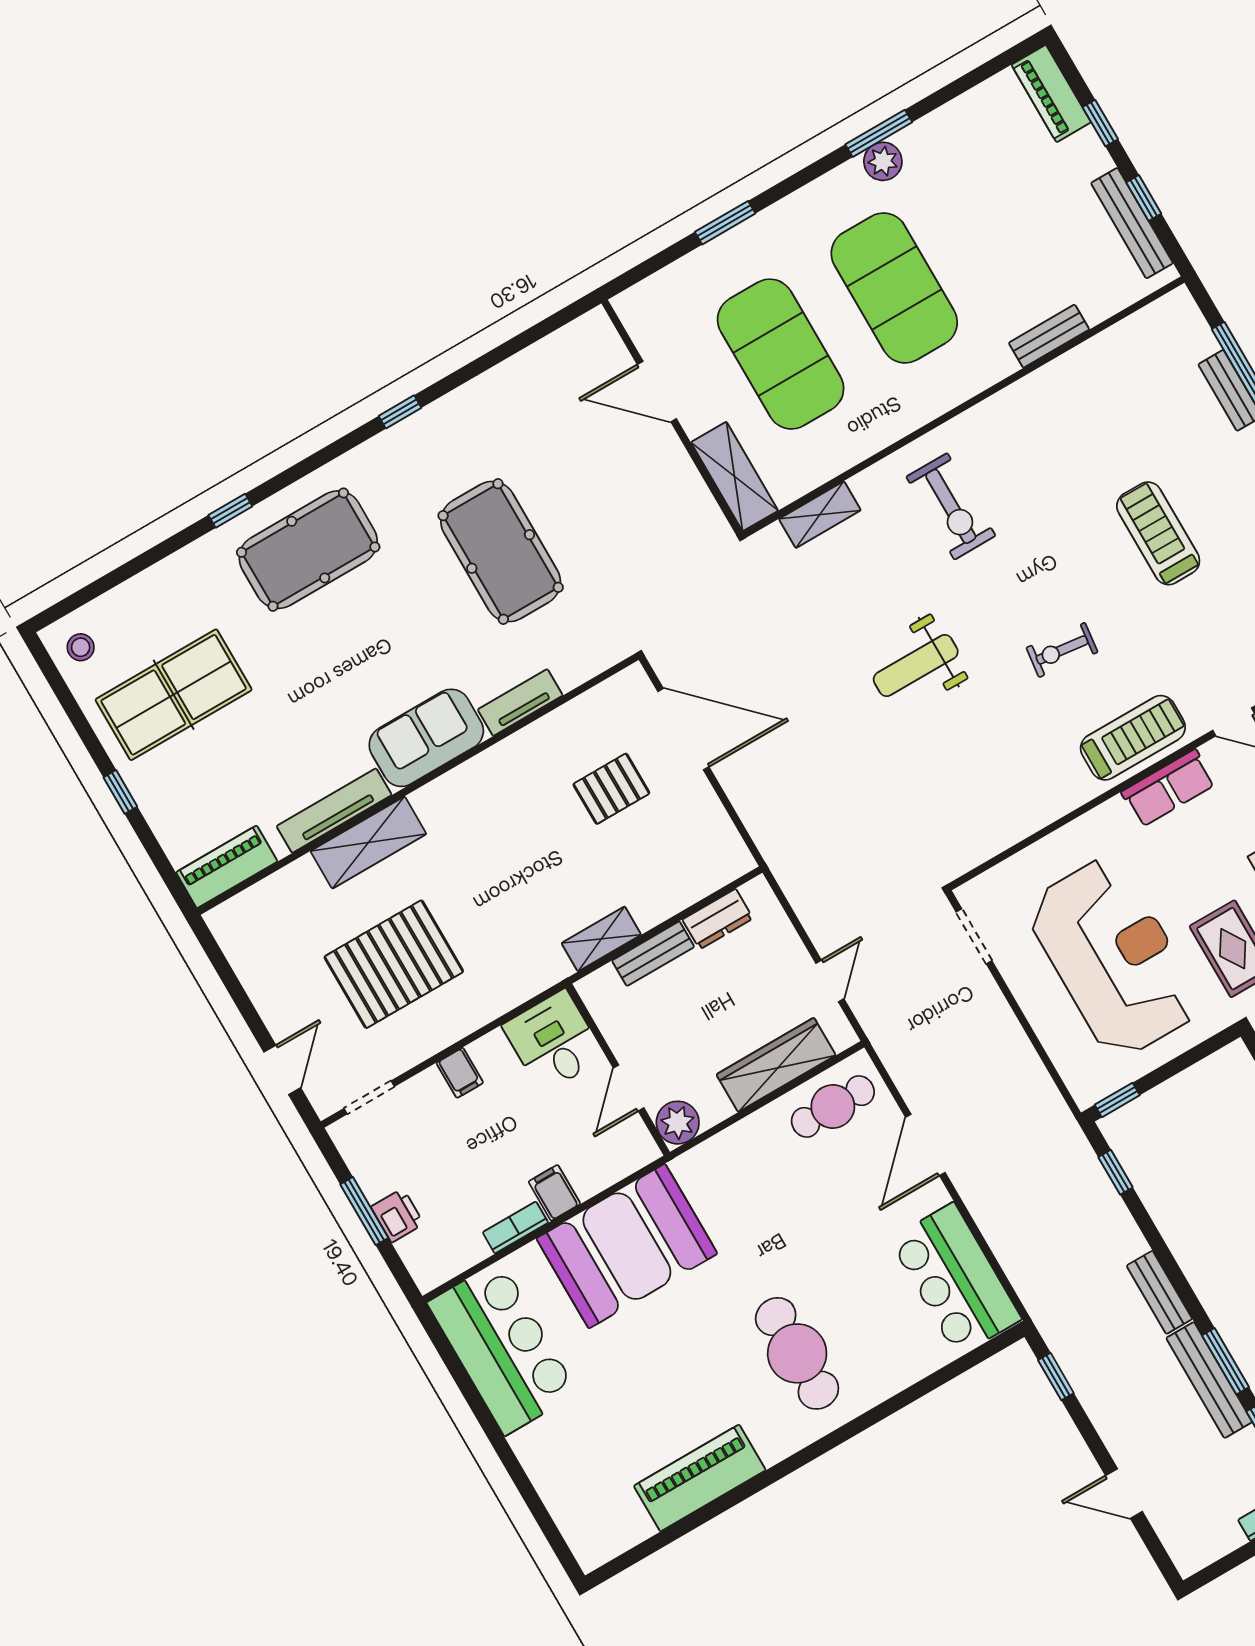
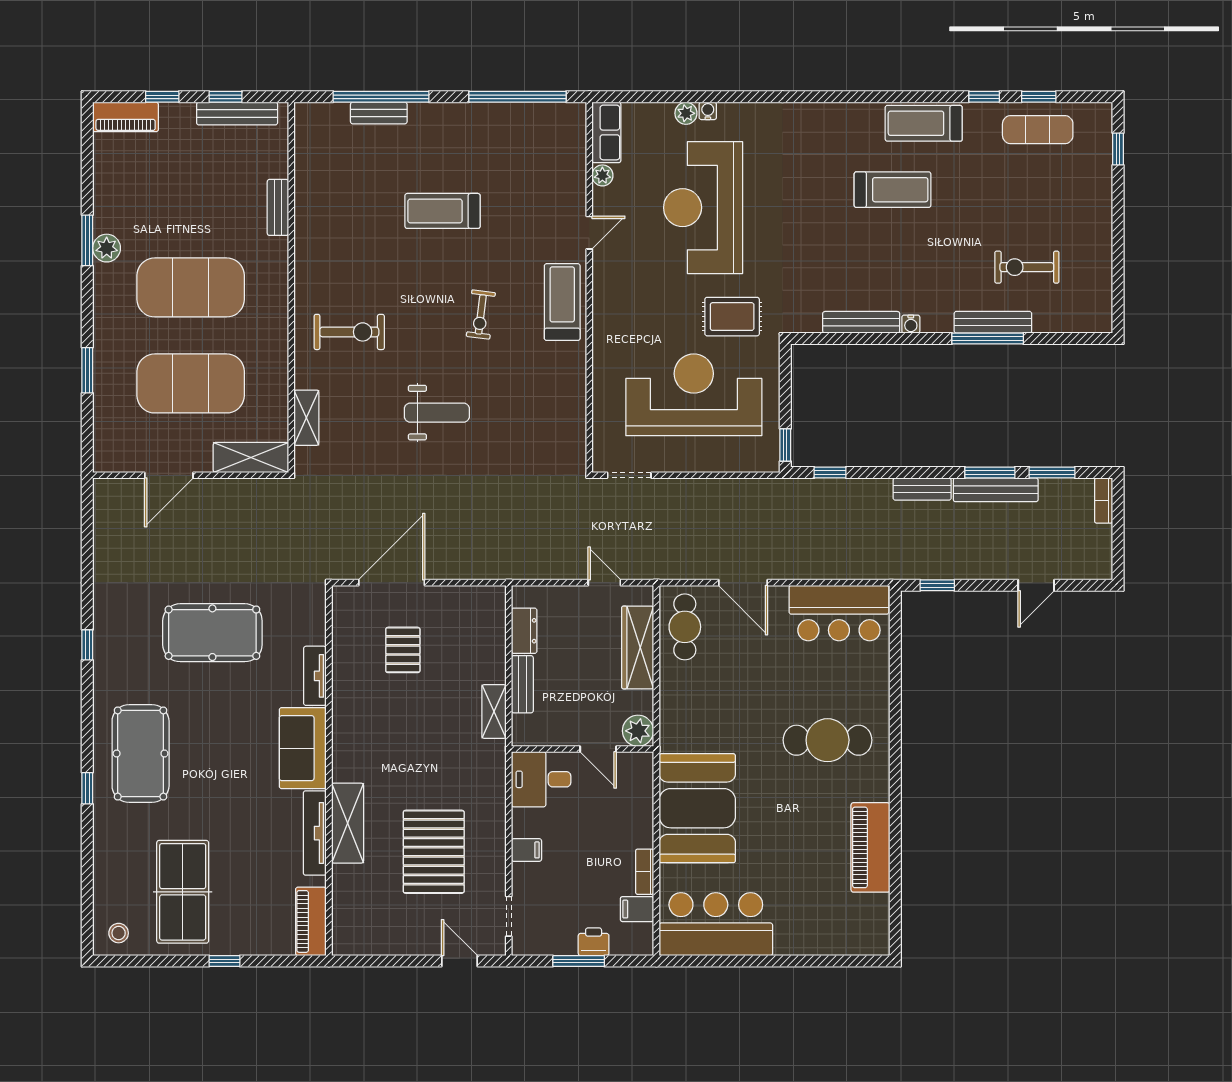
weight bench: (916, 666) -> (437, 413), turned -90
row of seats: (1168, 788) -> (607, 298), removed
filing cabinet: (554, 1193) -> (637, 909), moved

